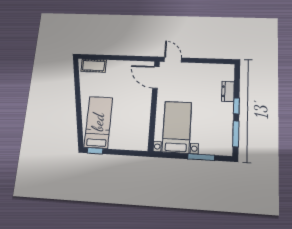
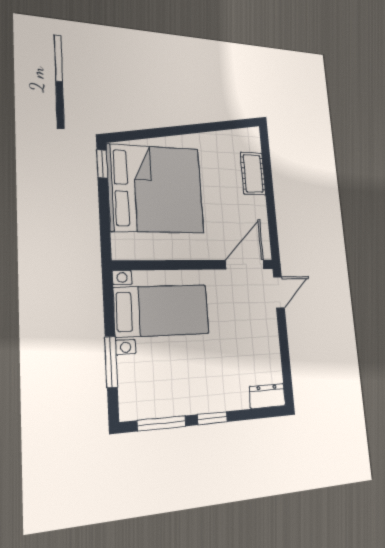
cot: (94, 66) -> (253, 174), moved
dresser: (228, 91) -> (267, 396), moved
bed: (98, 122) -> (156, 189), width x2.04

